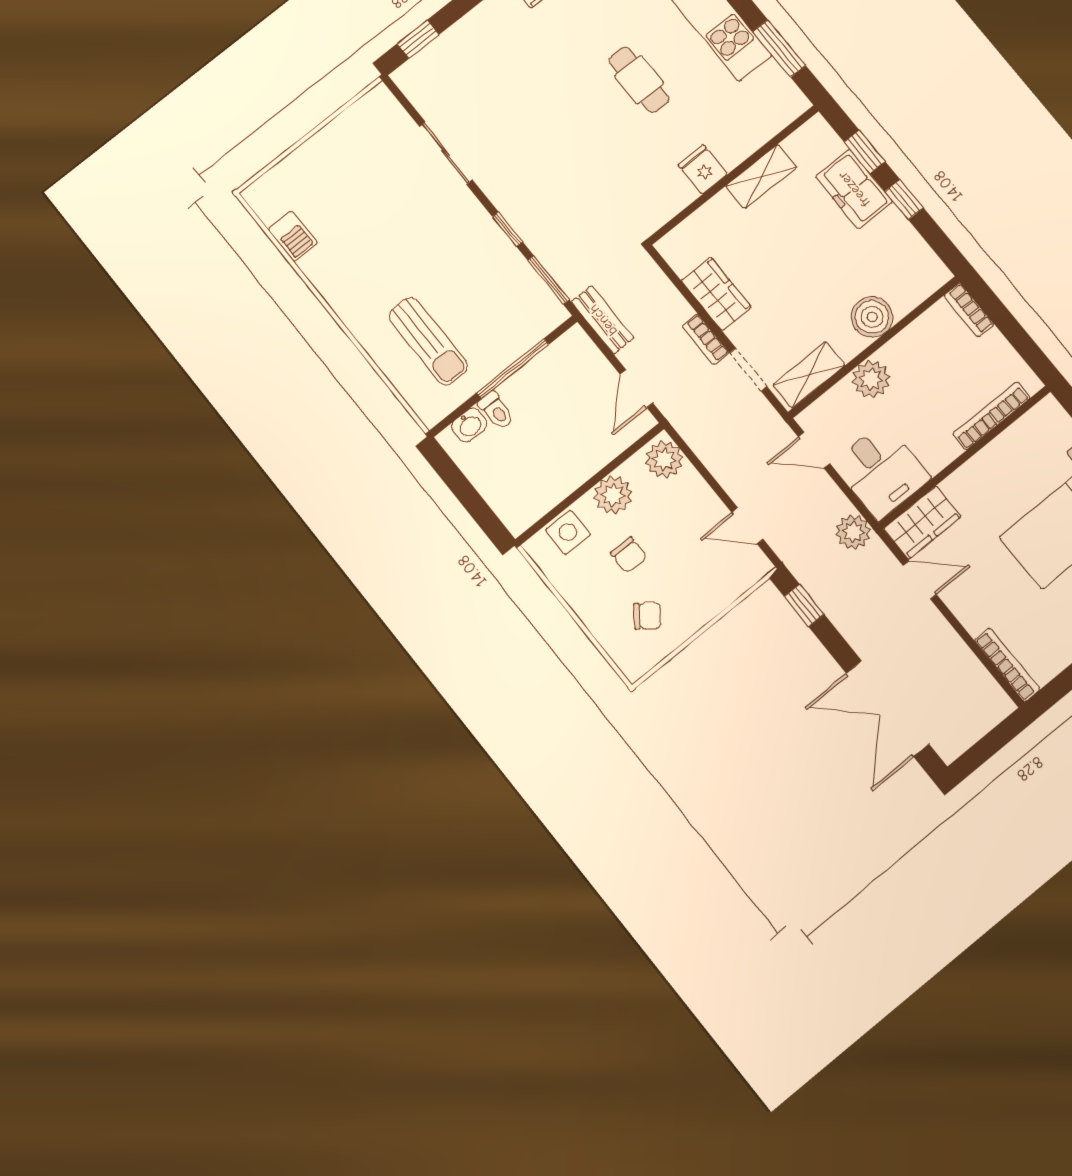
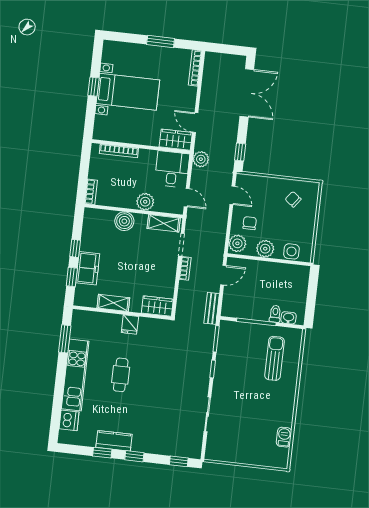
wardrobe: (716, 294) -> (157, 306), moved, turned 90
chair: (629, 555) -> (250, 223), moved

